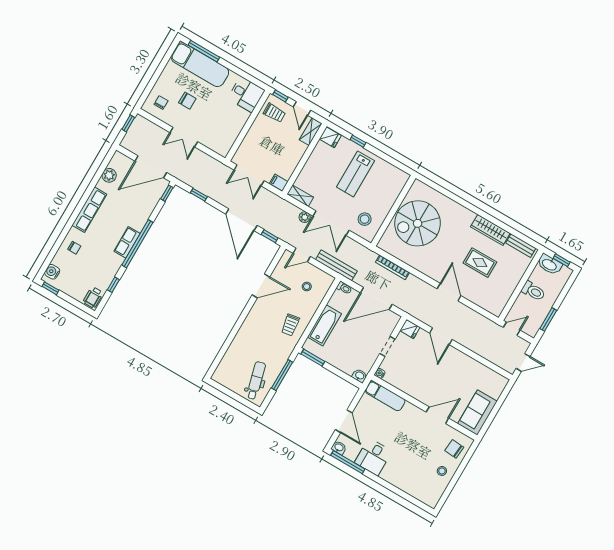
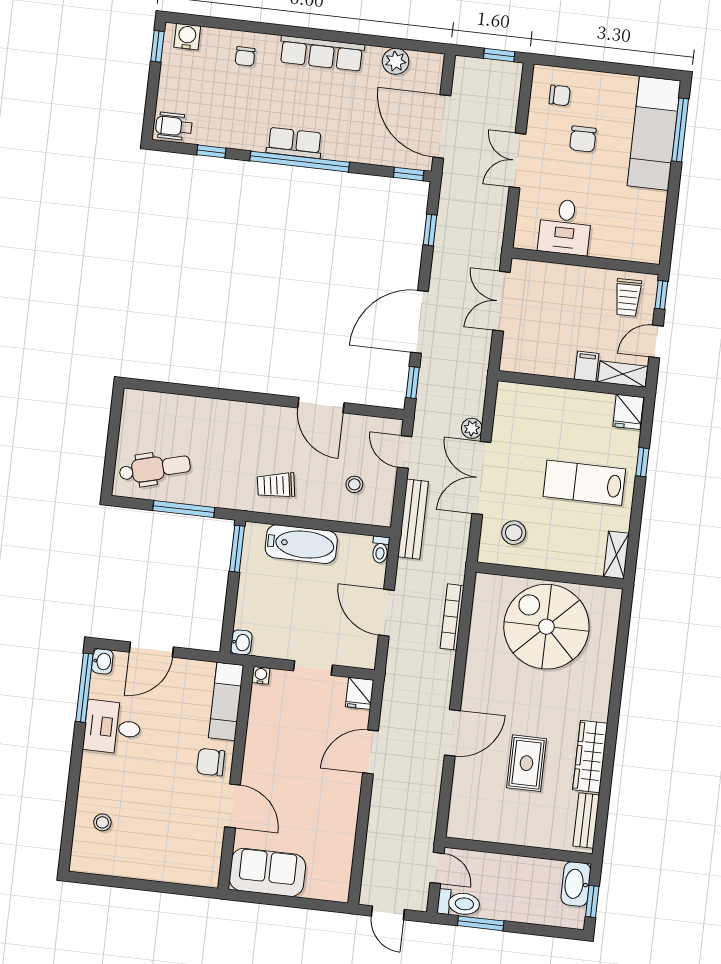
desk: (246, 94) -> (565, 227), moved
filing cabinet: (279, 183) -> (587, 366), moved
shelving: (300, 196) -> (616, 555), moved
toilet: (533, 291) -> (459, 903), moved, turned -90
door: (376, 299) -> (386, 613), width x0.73
chair: (454, 449) -> (211, 762), moved, turned -95
stool: (442, 471) -> (102, 822), moved

